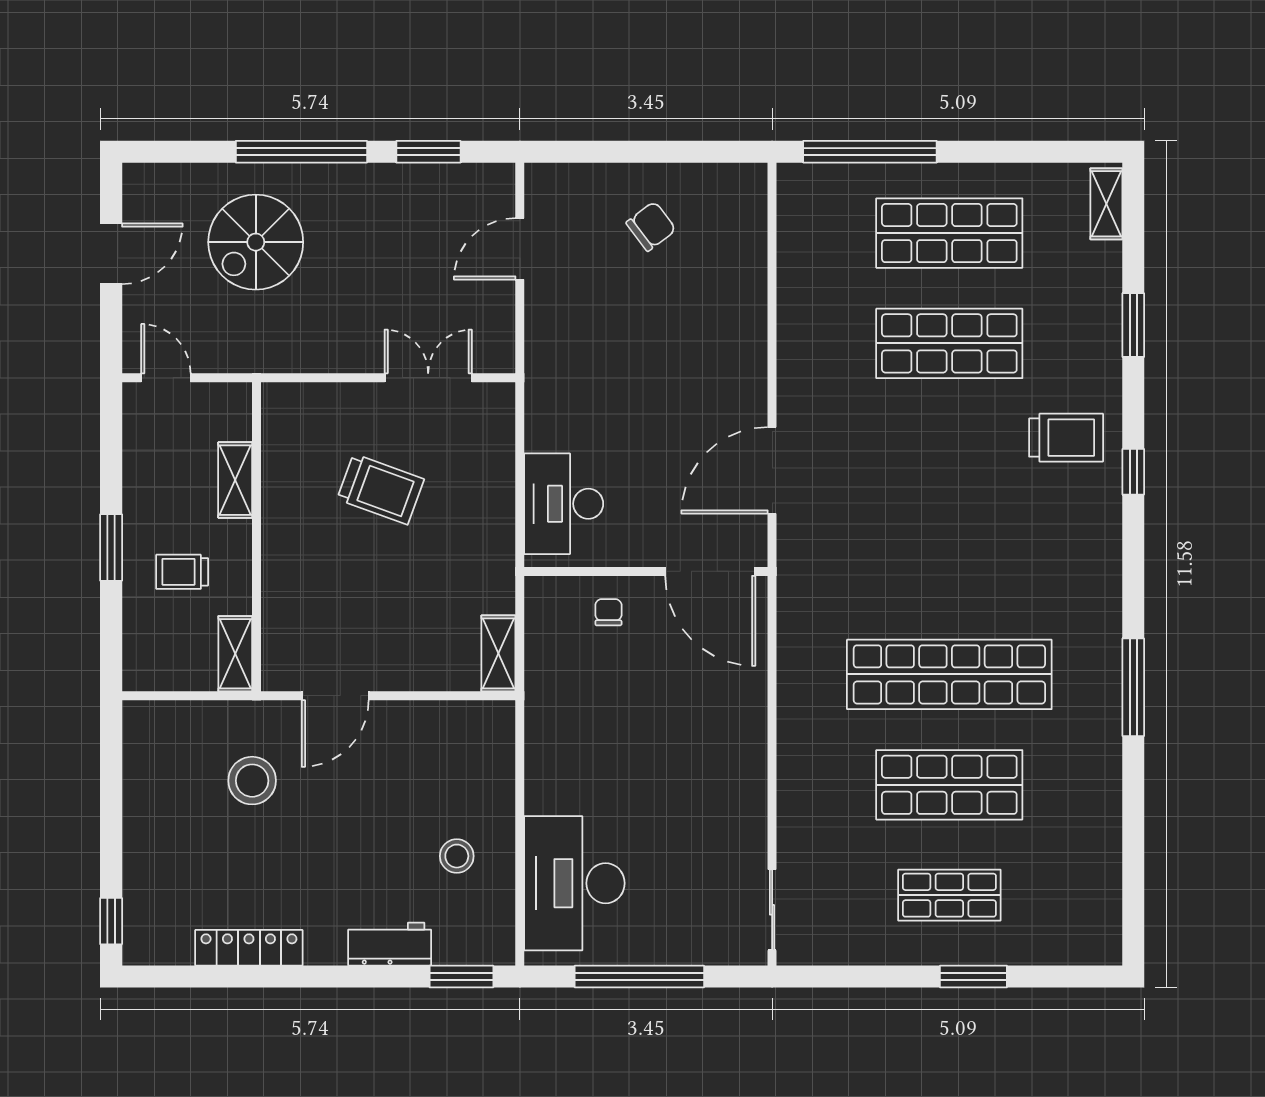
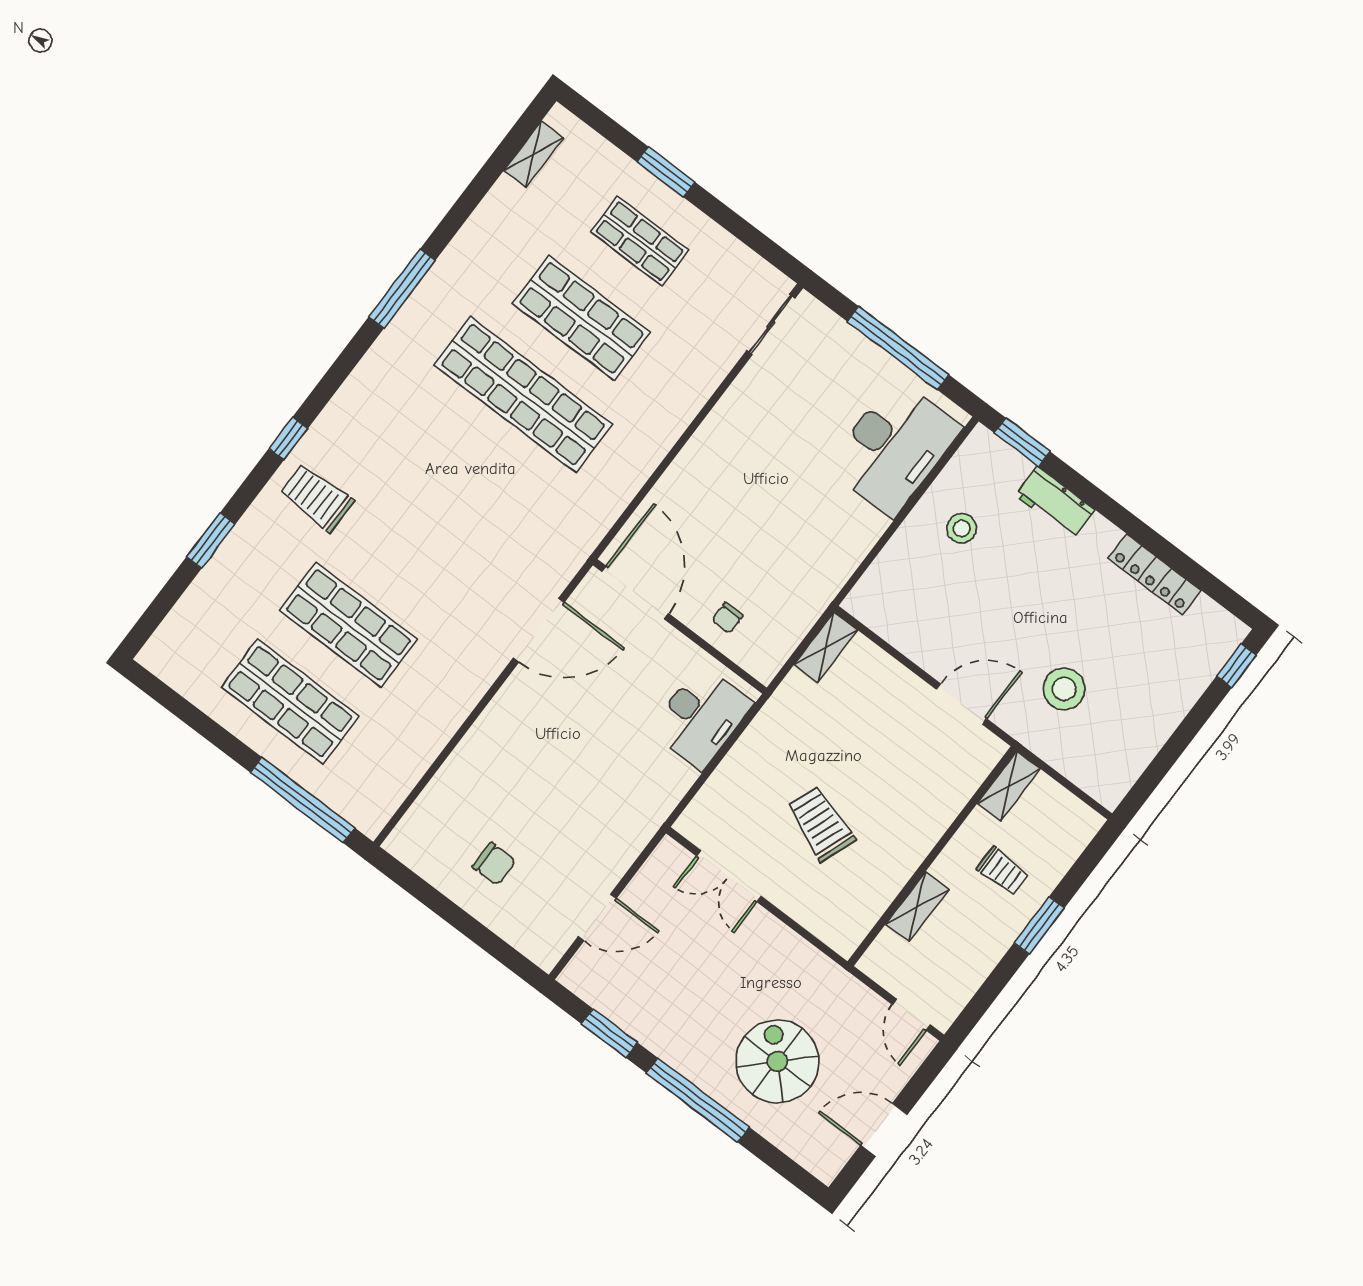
shelving: (1106, 204) -> (534, 154), moved
chair: (651, 226) -> (494, 864), turned -143
spiral stairs: (256, 242) -> (777, 1061), turned -90

